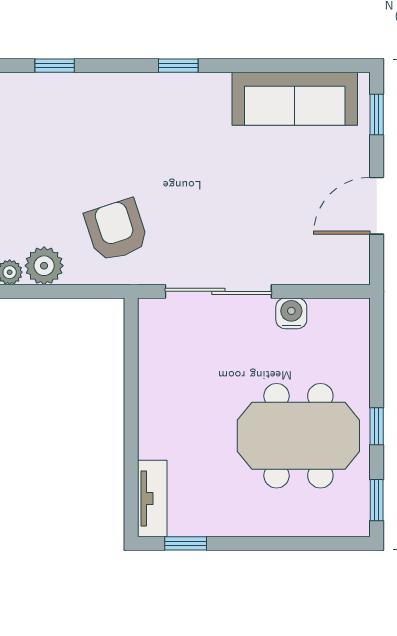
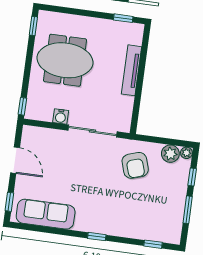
door: (377, 206) -> (15, 160), hinge flipped
window: (377, 426) -> (22, 106), moved
tv unit: (152, 498) -> (132, 70), moved, width x1.41

